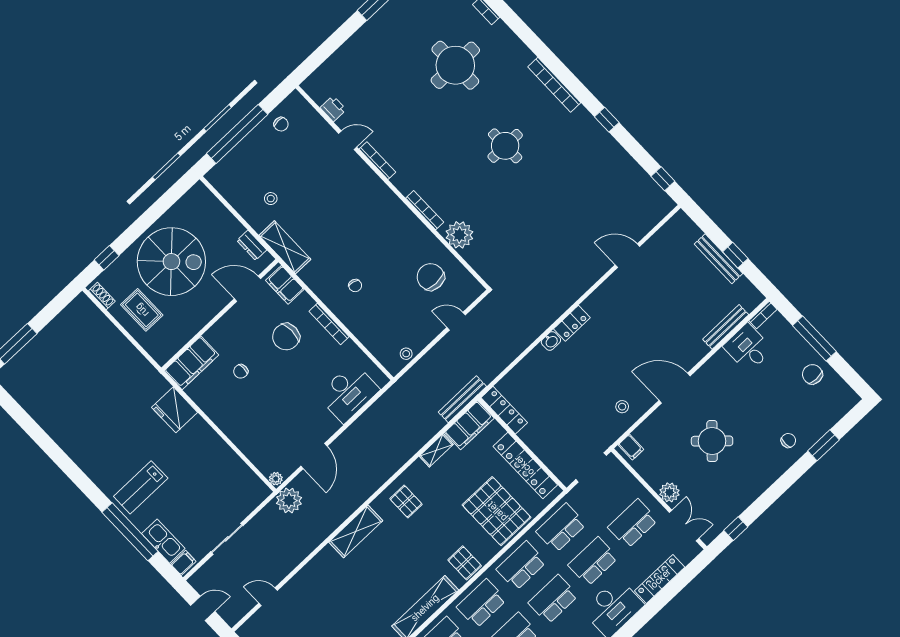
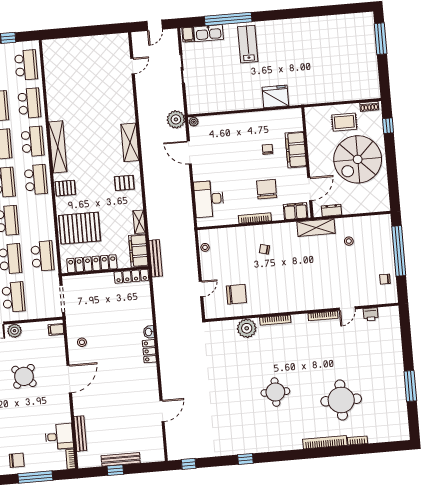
bookcase: (554, 85) -> (325, 442), moved
filing cabinet: (191, 363) -> (296, 150), moved
school desk: (521, 566) -> (39, 218), removed

